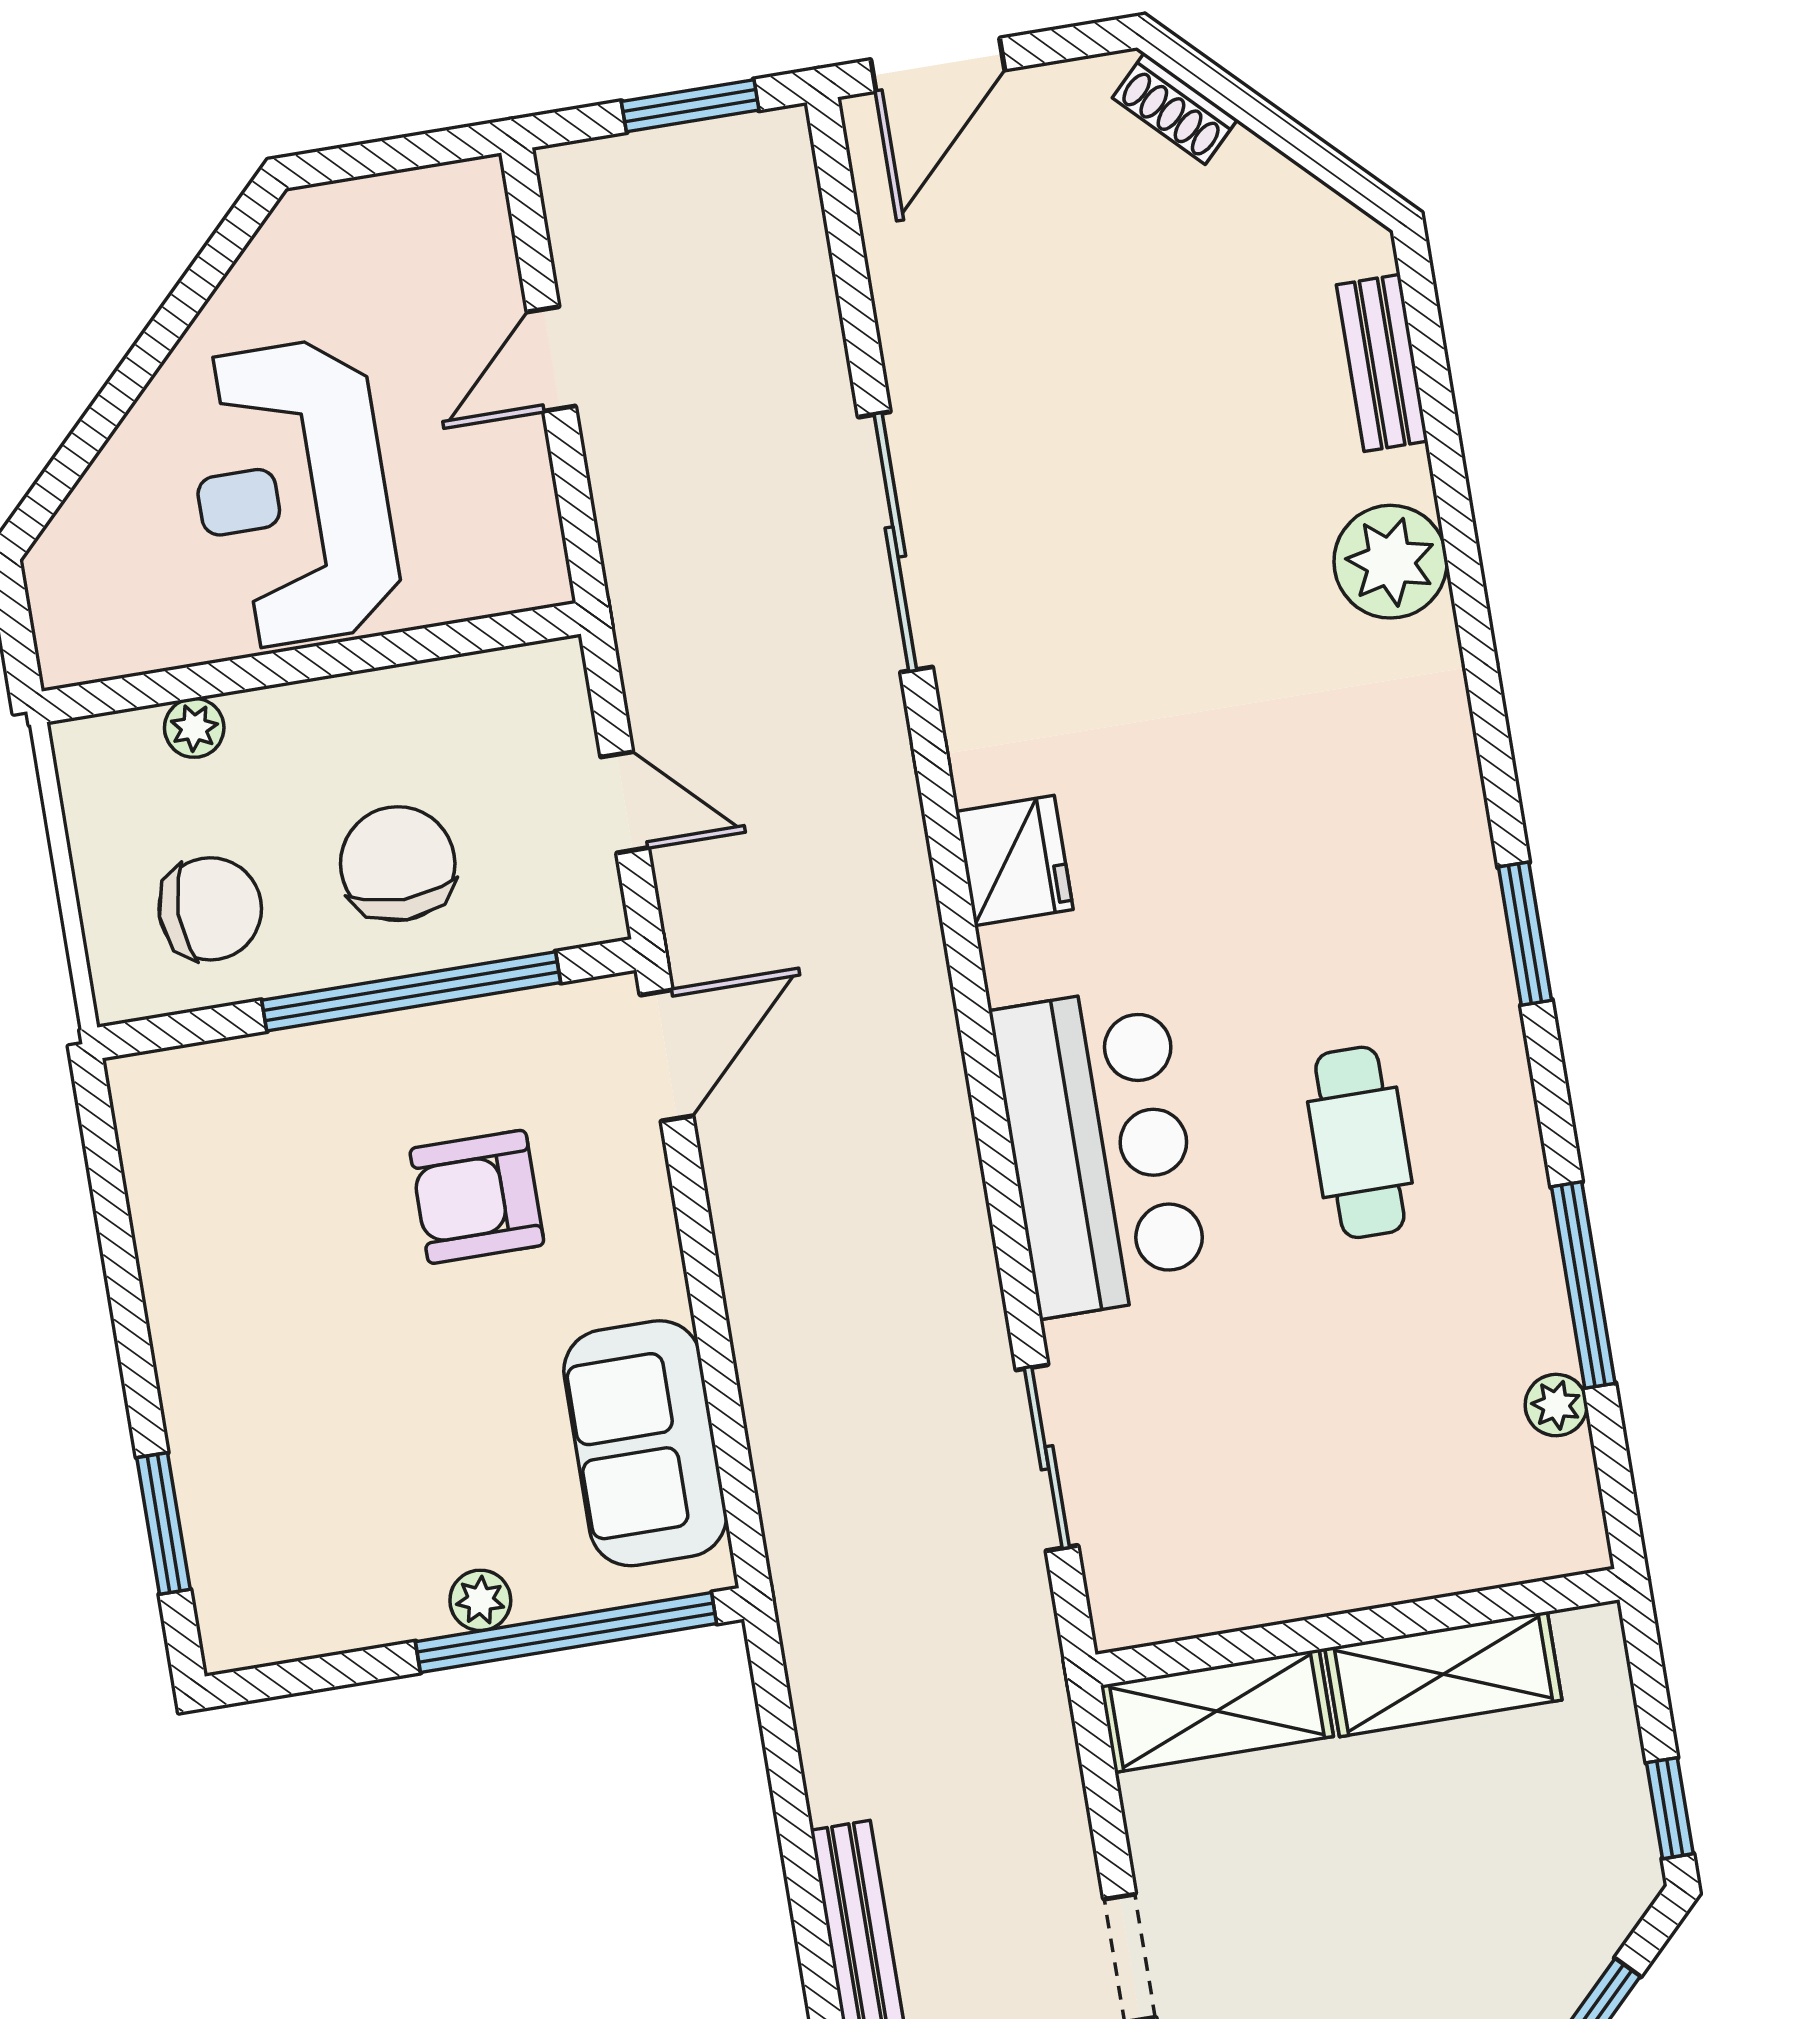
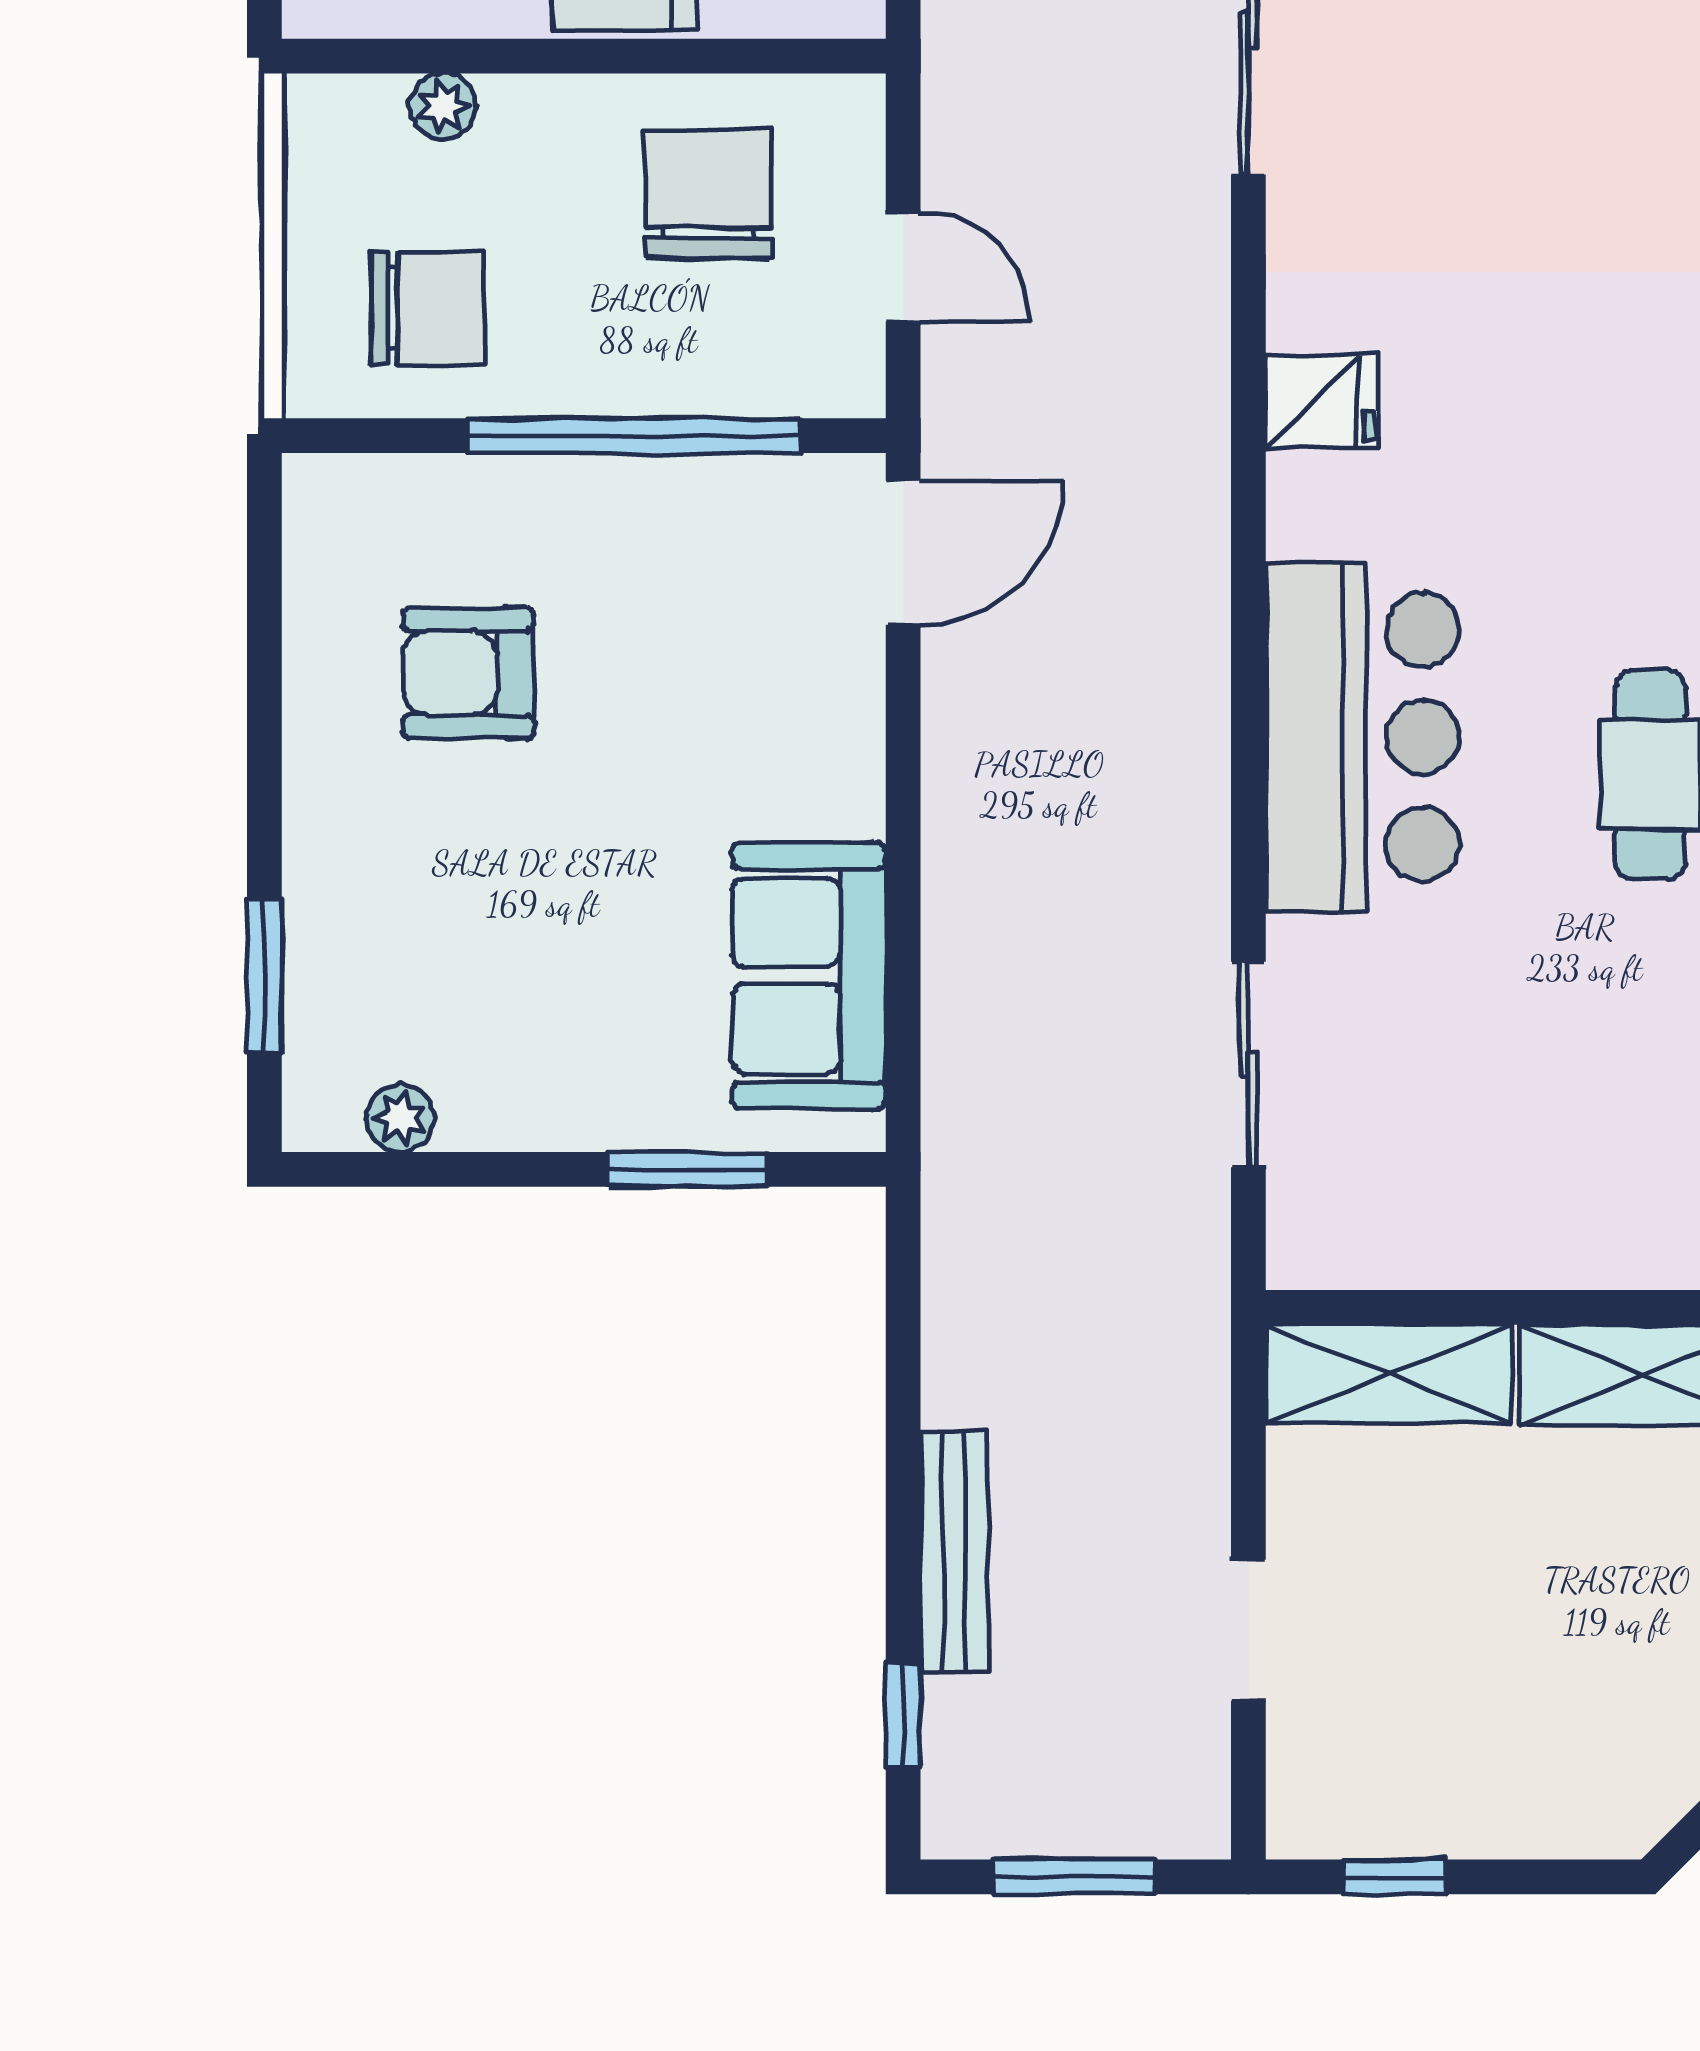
fridge: (1014, 861) -> (1321, 402), width x0.72
chair: (398, 864) -> (709, 194), moved
armchair: (477, 1197) -> (468, 673), moved
plant: (480, 1600) -> (400, 1118), moved
window: (566, 1633) -> (687, 1169), width x0.47

